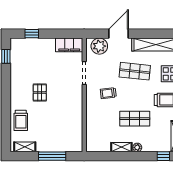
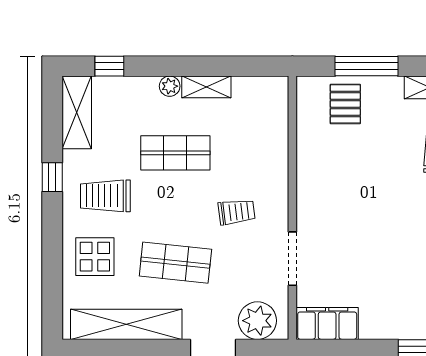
pallet: (40, 92) -> (345, 104), moved

